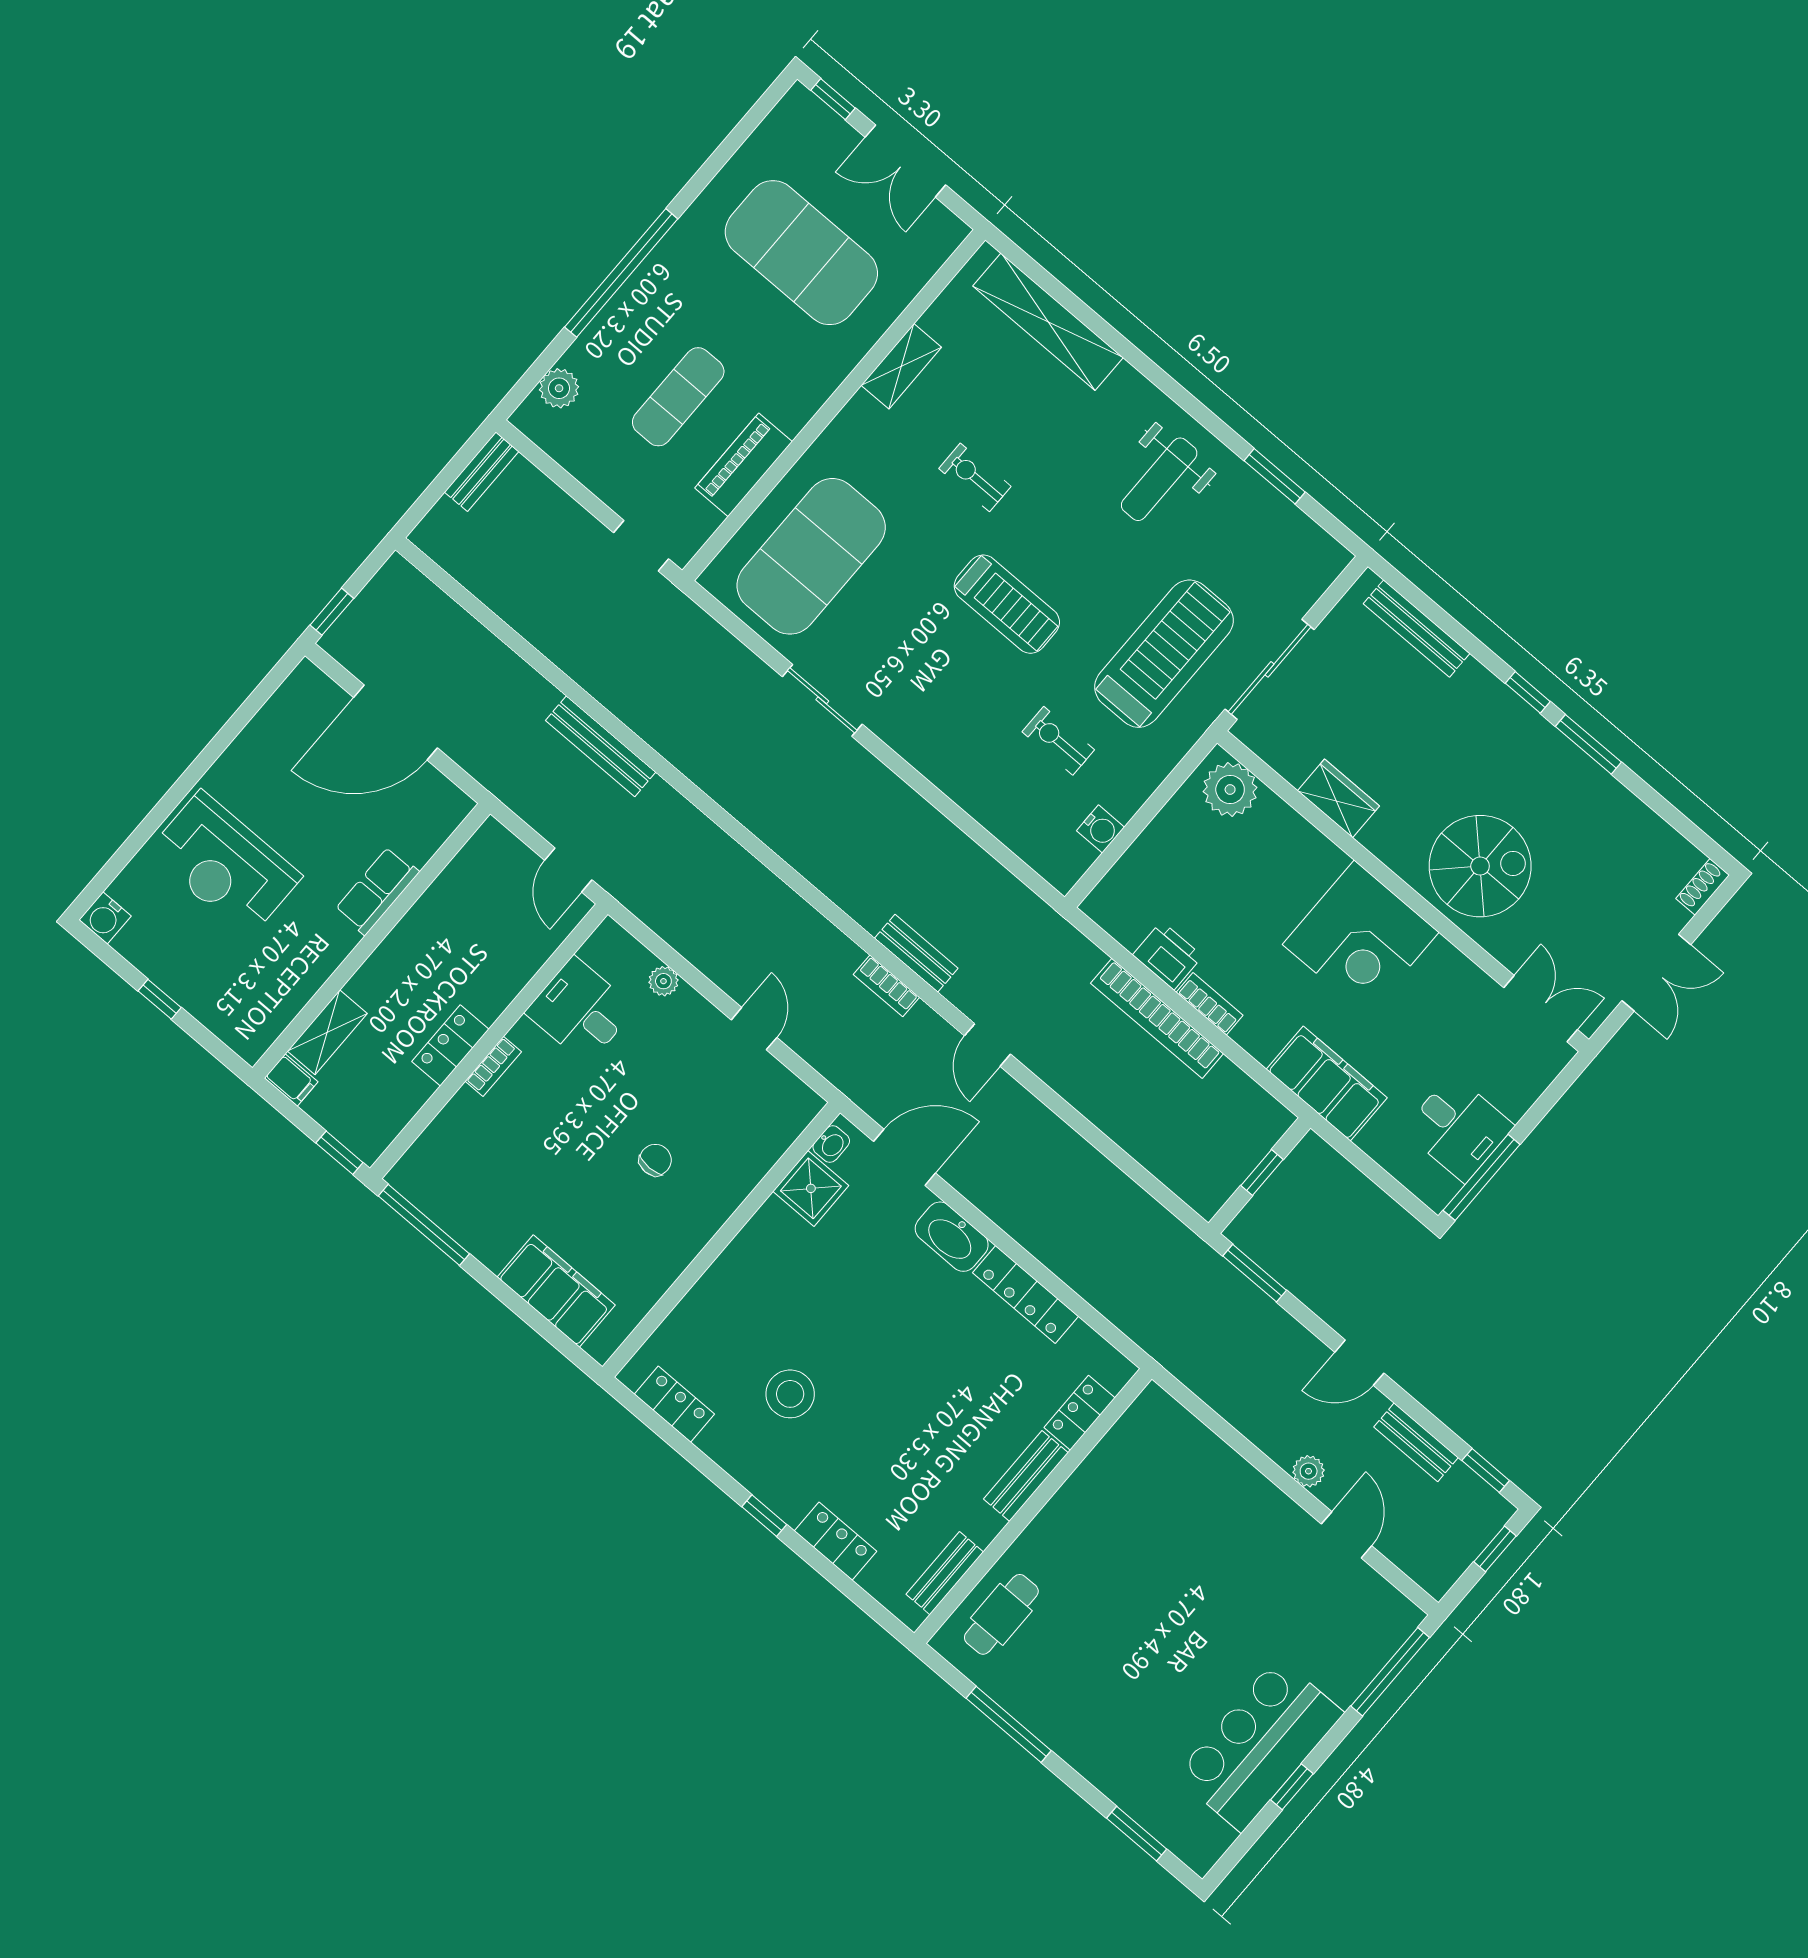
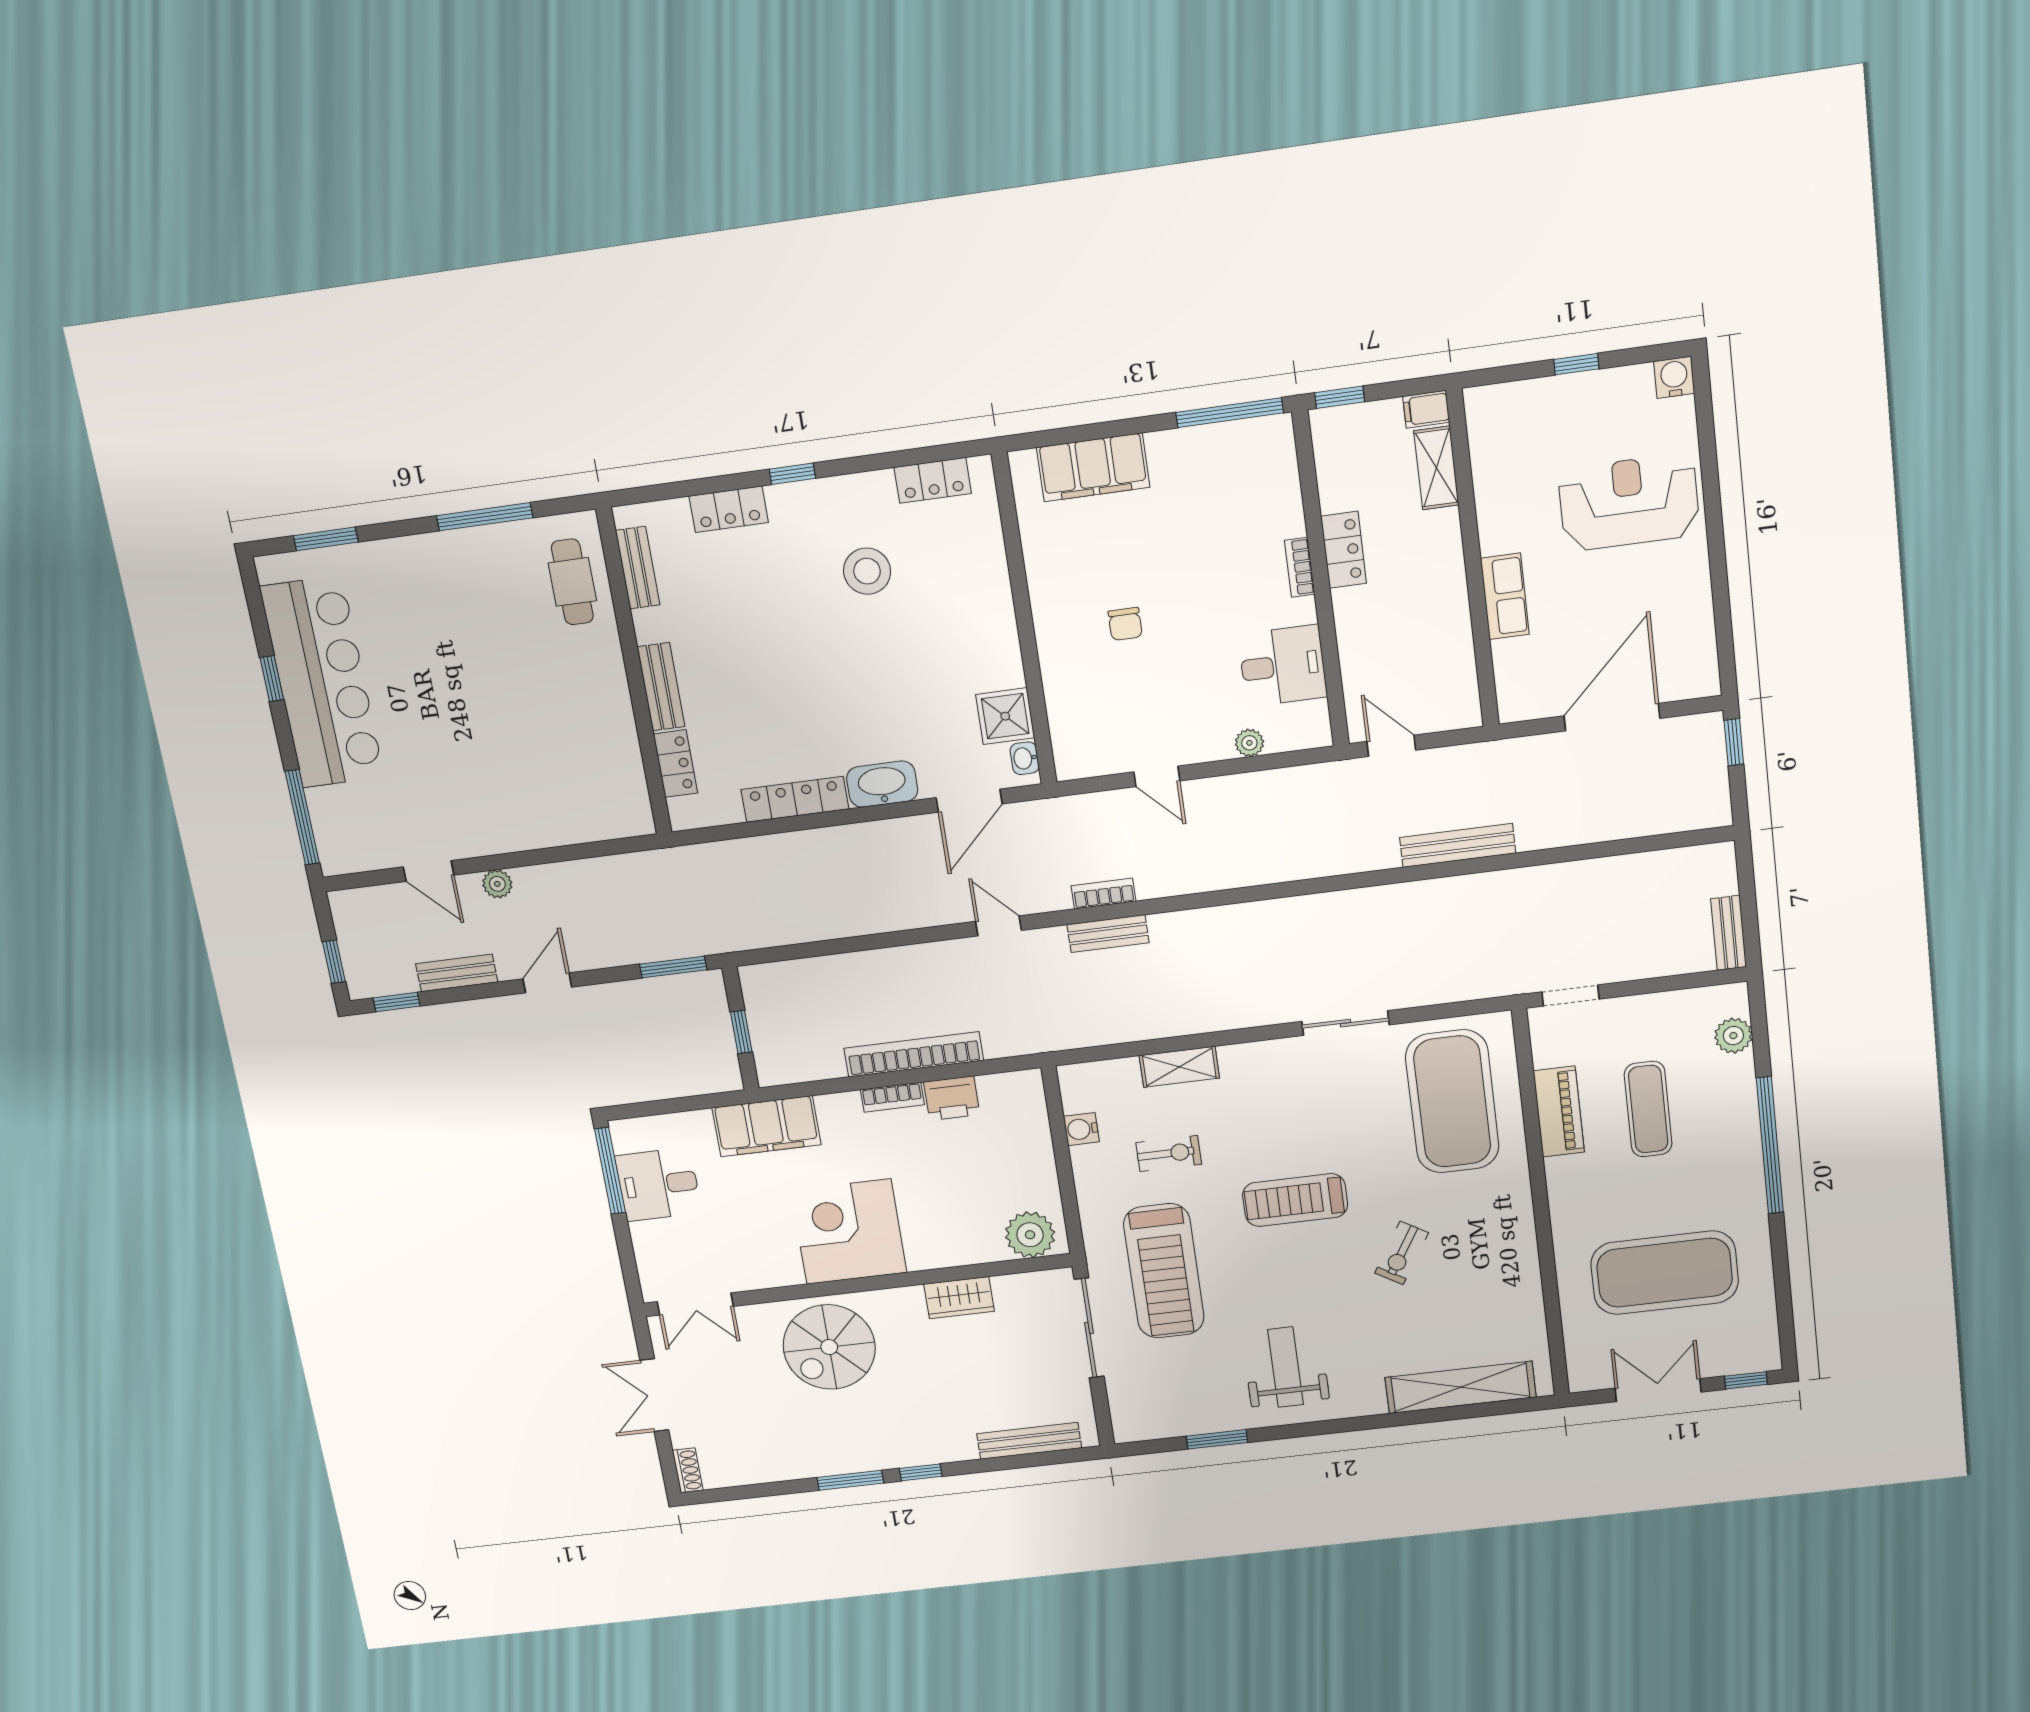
shelving: (901, 366) -> (1179, 1067), moved, turned 90
exercise bike: (975, 477) -> (1402, 1253), turned 121
bar counter: (1259, 1744) -> (322, 682), width x1.36

